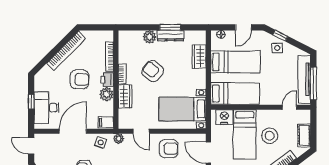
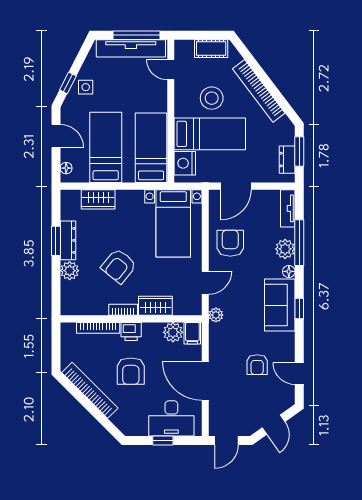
armchair: (80, 79) -> (131, 371), turned 180
plant: (107, 94) -> (173, 332), moved
side table: (101, 142) -> (221, 341), removed

